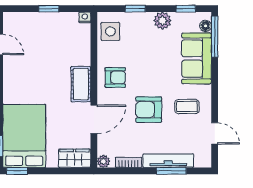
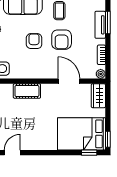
armchair: (115, 77) -> (34, 41), moved
cot: (81, 84) -> (27, 91), moved
tv unit: (168, 161) -> (100, 25), width x0.71

